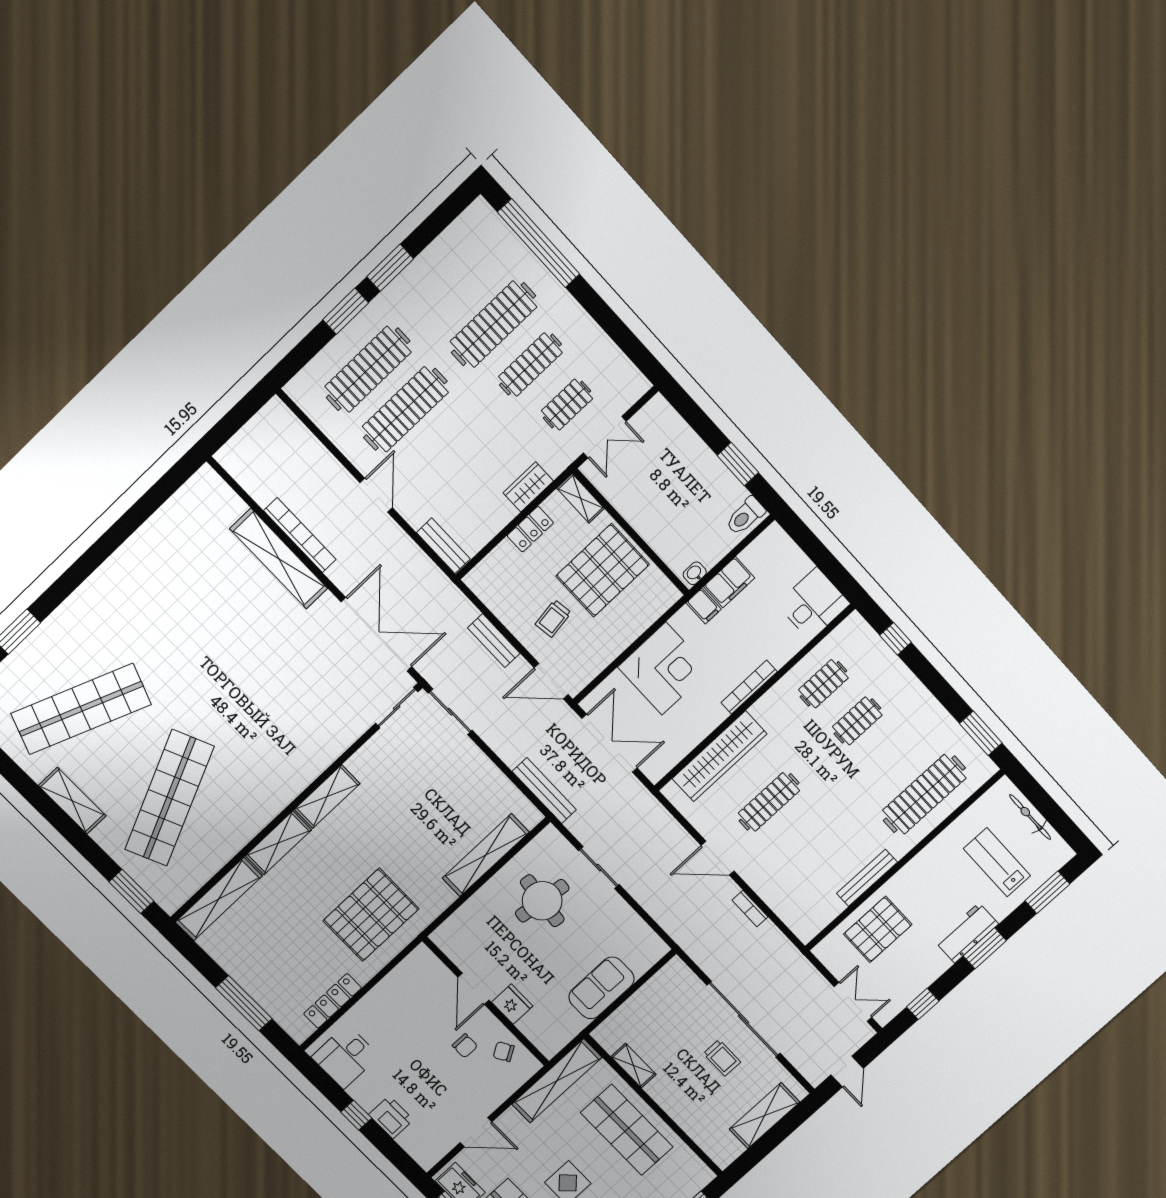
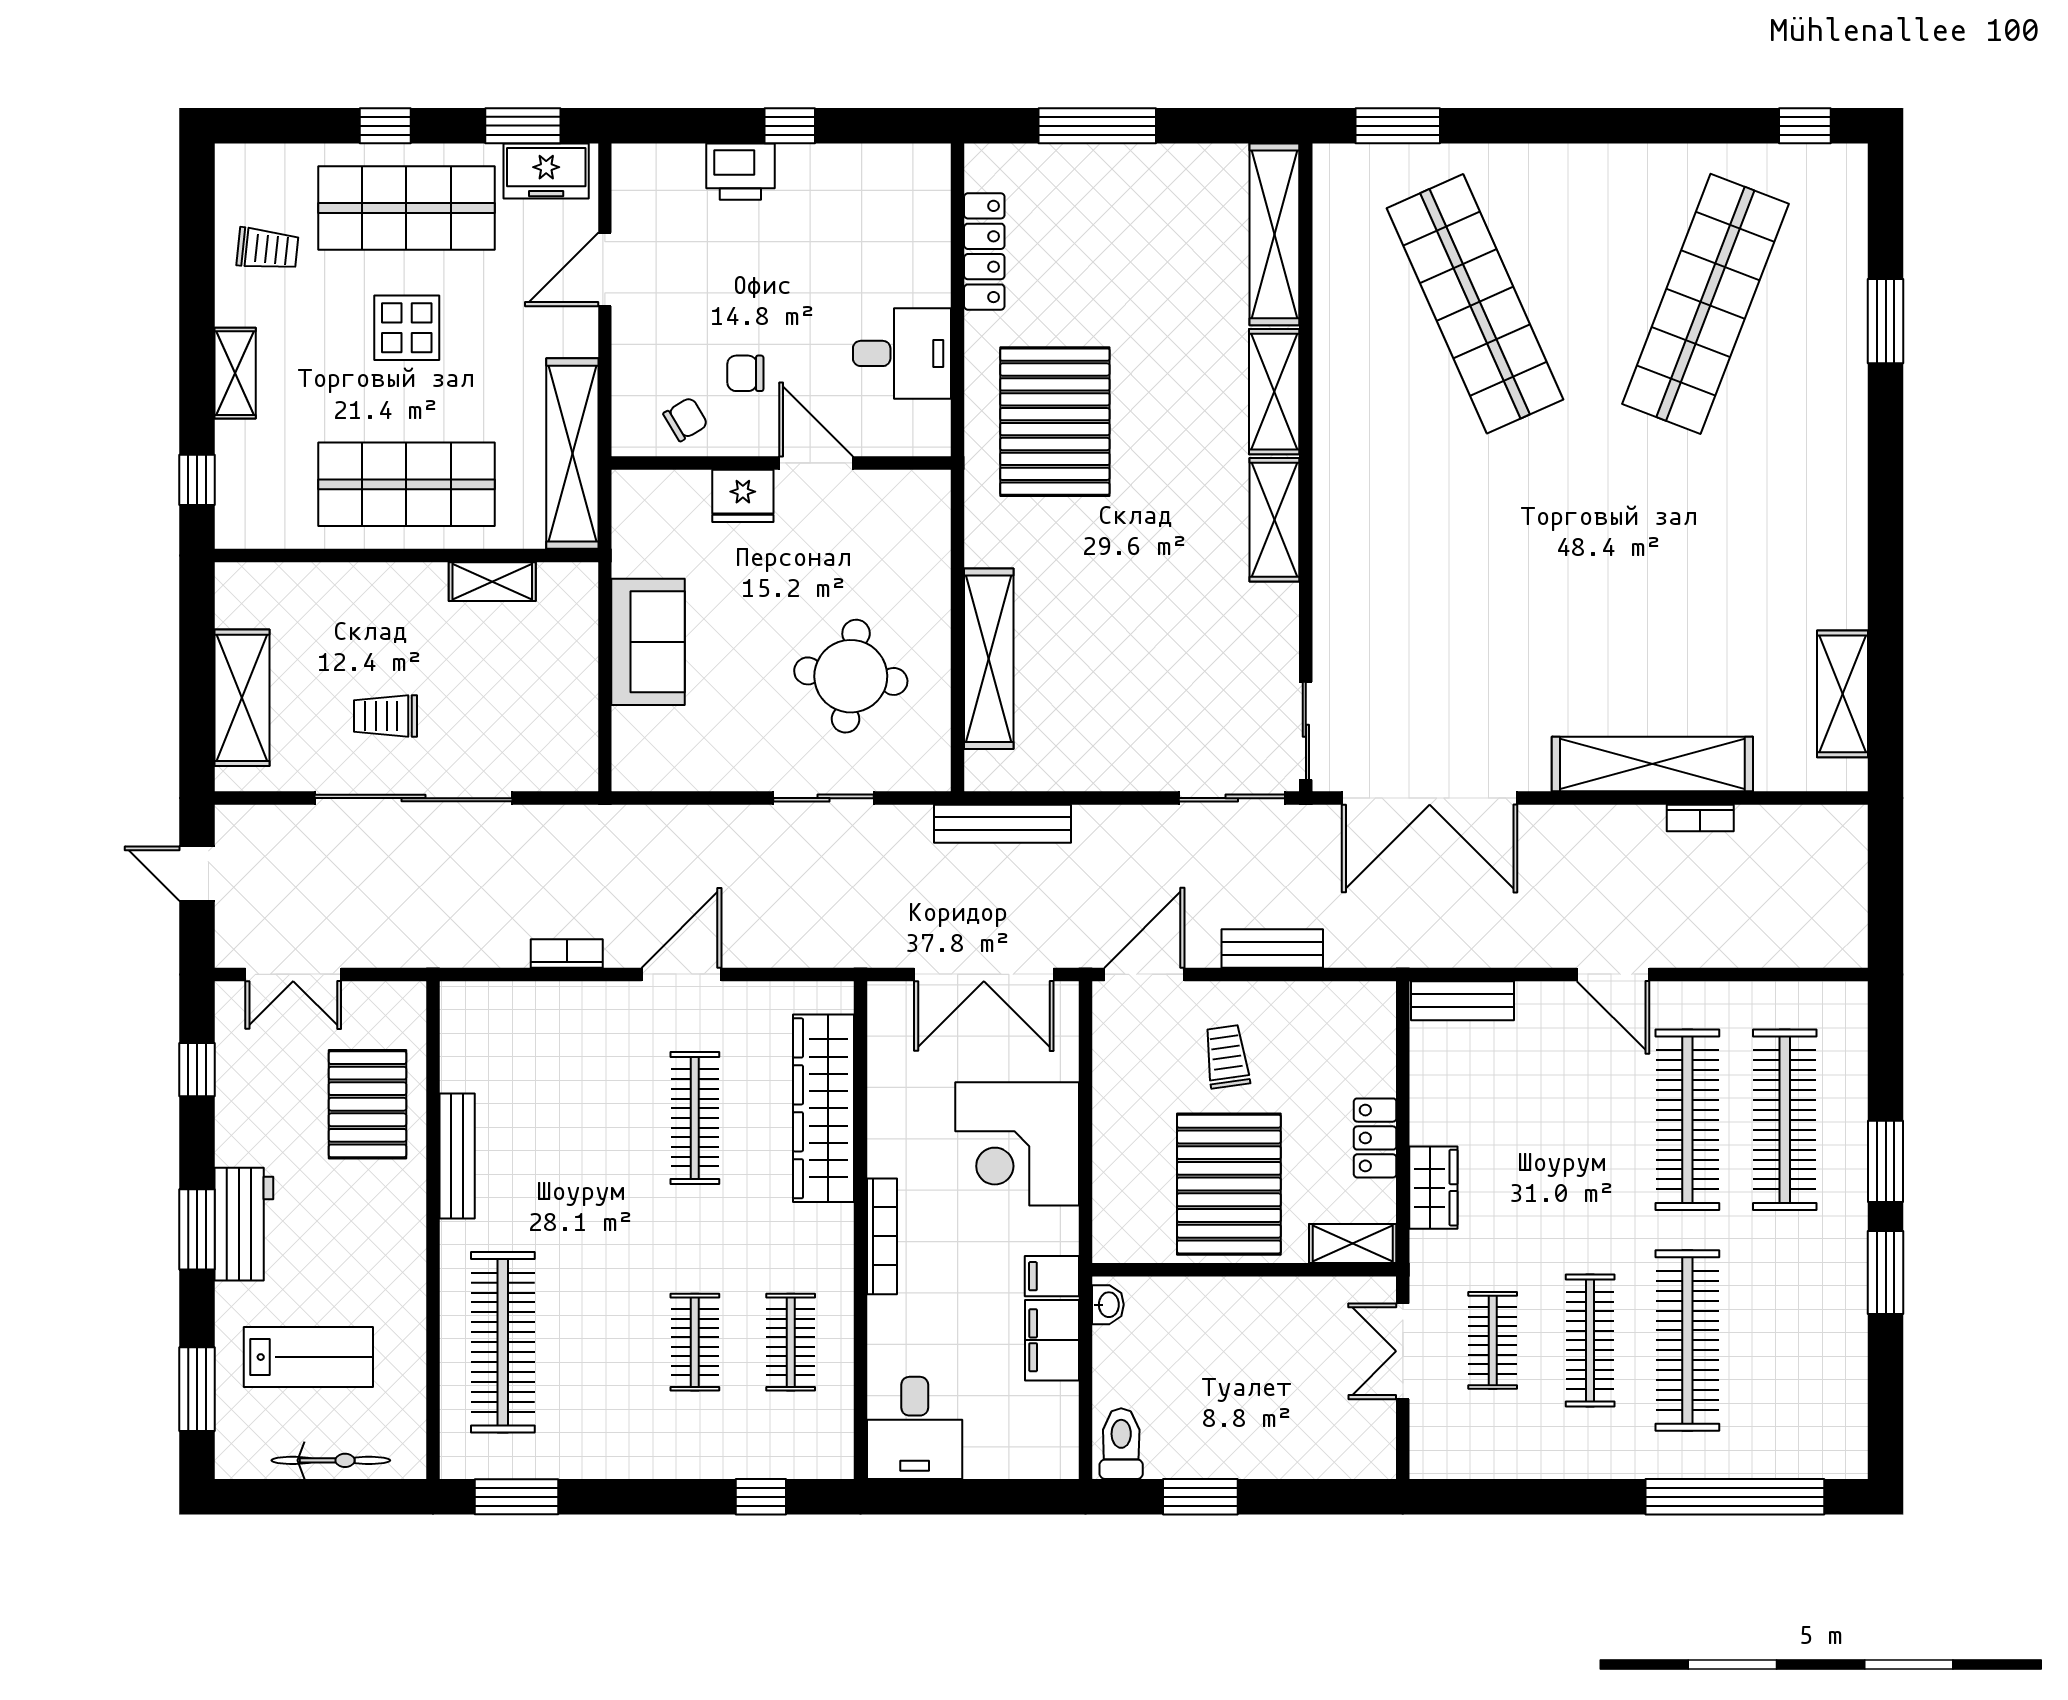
bookcase: (300, 535) -> (1700, 818), width x0.43, depth x0.76
shelving: (72, 801) -> (1843, 694), moved, turned 90
desk: (345, 1057) -> (902, 353), moved, turned 90

